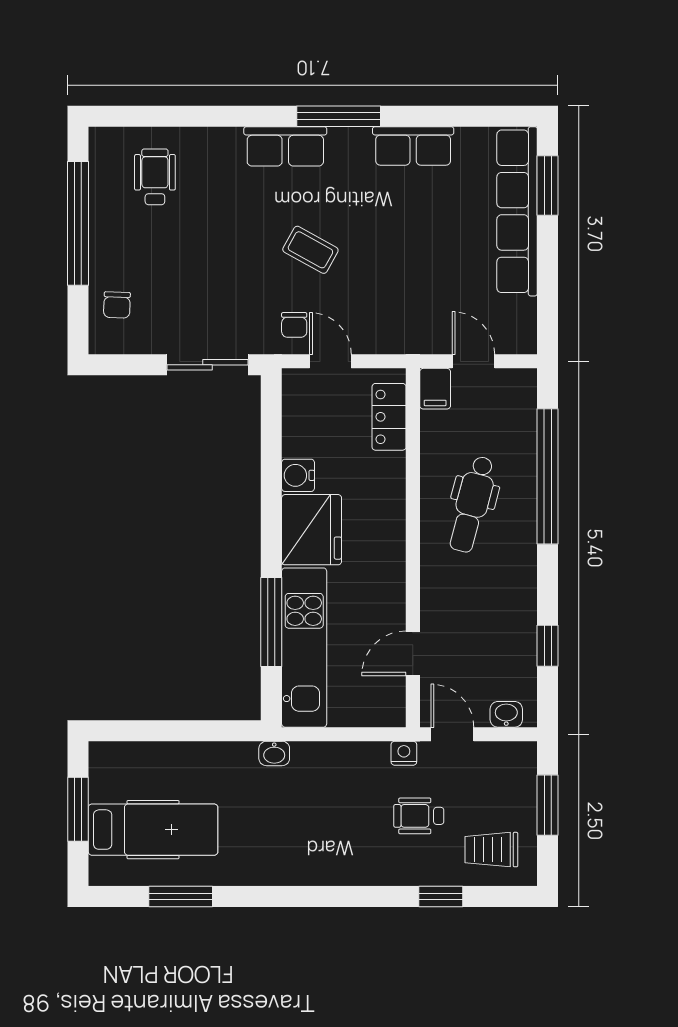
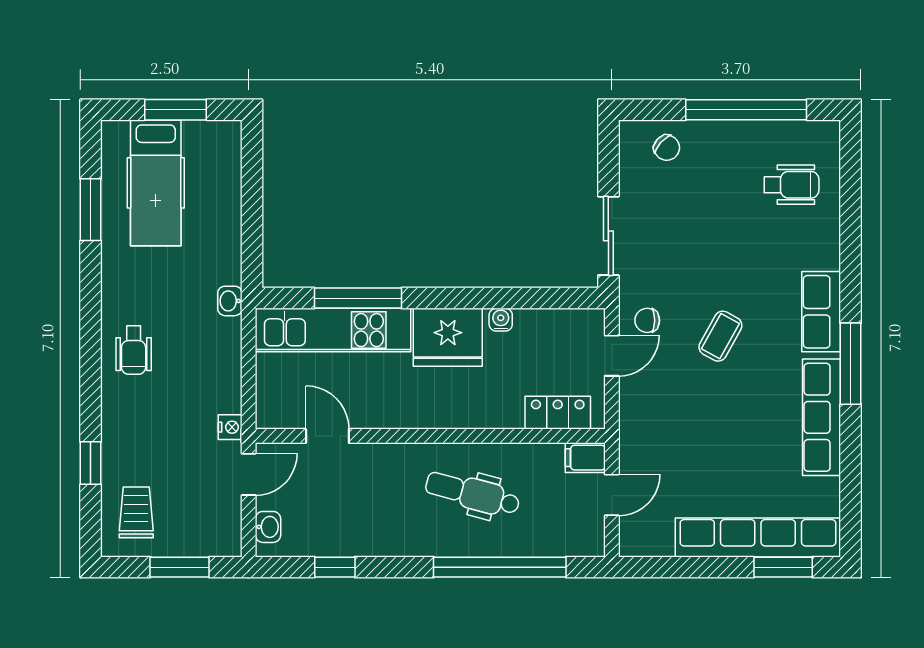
row of seats: (413, 146) -> (822, 417), width x1.48
chair: (117, 305) -> (667, 148), turned -140
water cooler: (298, 475) -> (501, 320), width x0.72, depth x0.72
wheelchair: (419, 816) -> (134, 350), moved, turned 180

